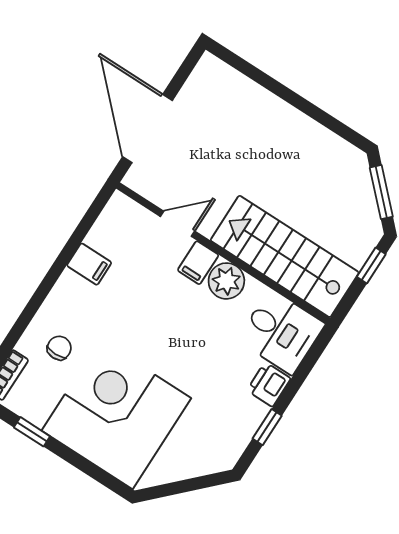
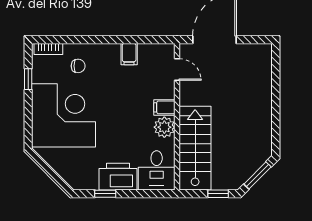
door: (178, 224) -> (177, 70), moved
printer: (269, 384) -> (118, 177), width x1.87, depth x1.48

